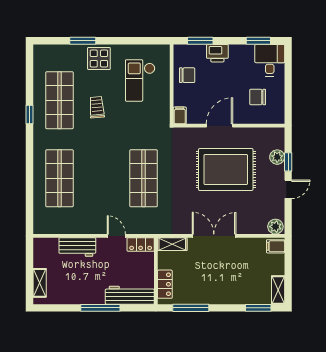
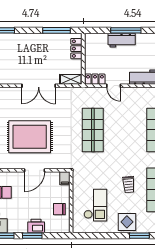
window: (200, 41) -> (32, 236), moved
workbench: (130, 295) -> (122, 40), moved, width x0.73

